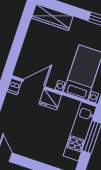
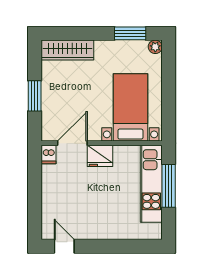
window: (18, 42) -> (35, 96), added

